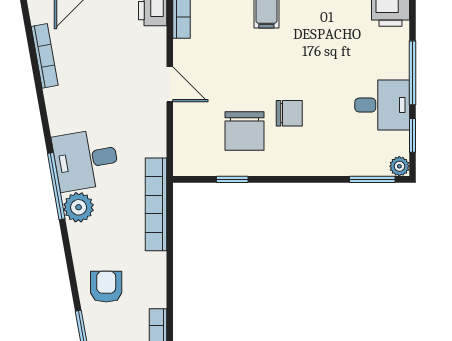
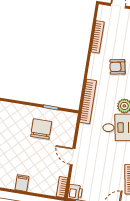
chair: (289, 113) -> (19, 134), removed
armchair: (106, 287) -> (117, 67), turned 79

